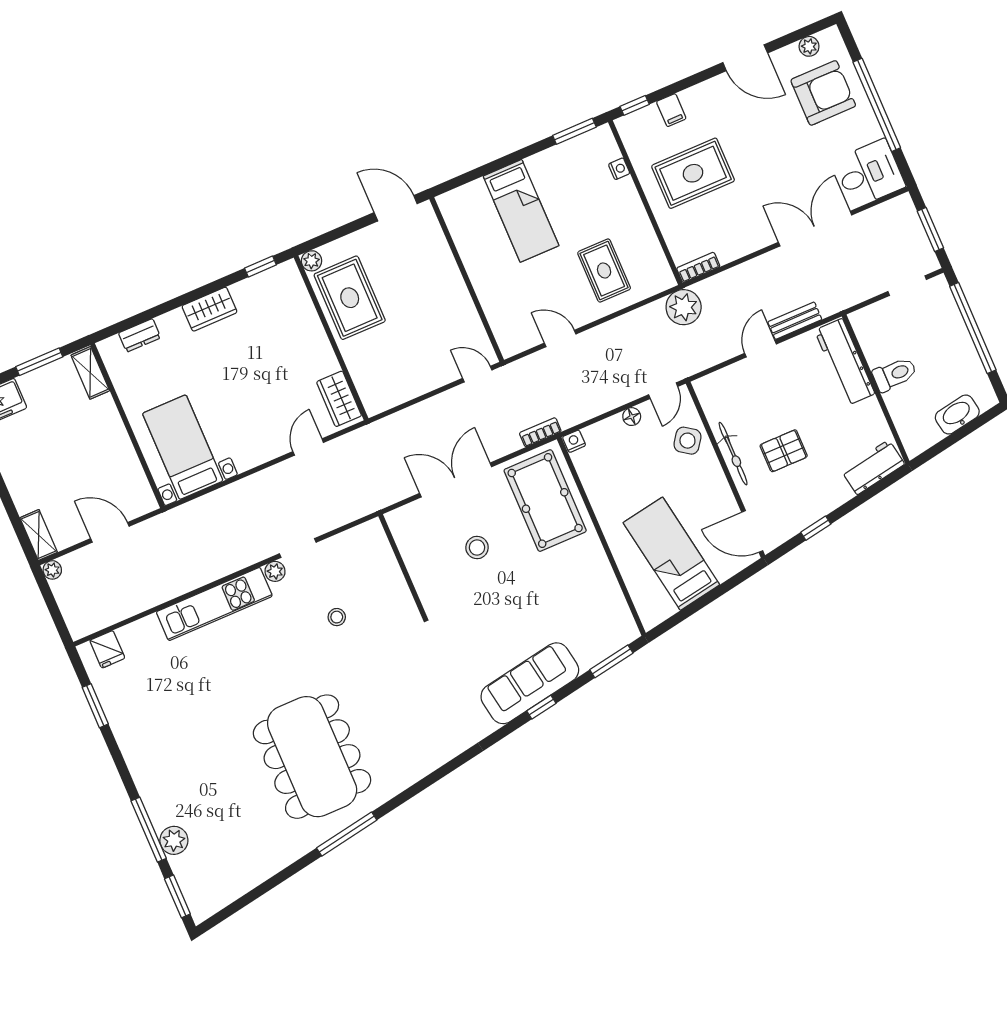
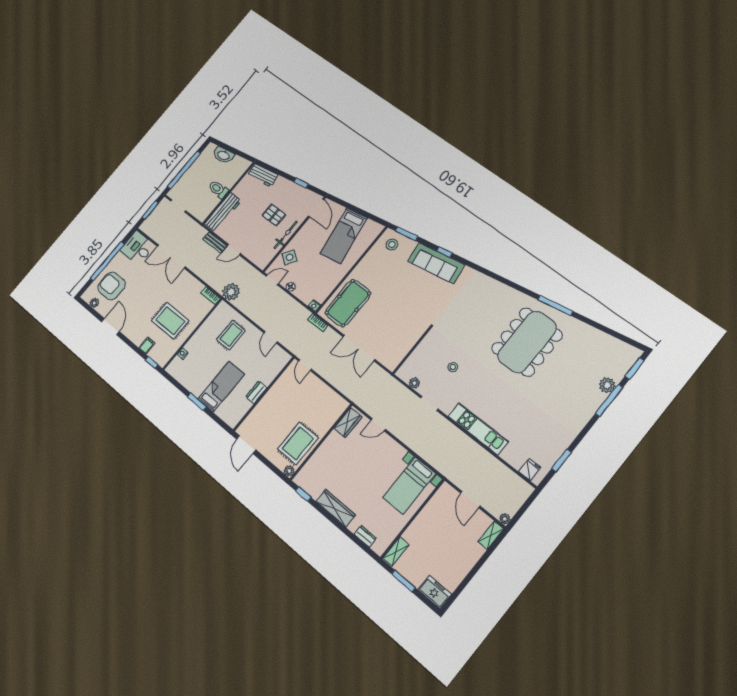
window: (574, 131) -> (197, 402), moved
dresser: (476, 268) -> (256, 392), added
wardrobe: (209, 309) -> (336, 508), width x1.50
stool: (477, 548) -> (392, 244), moved
plant: (275, 571) -> (414, 383), moved

